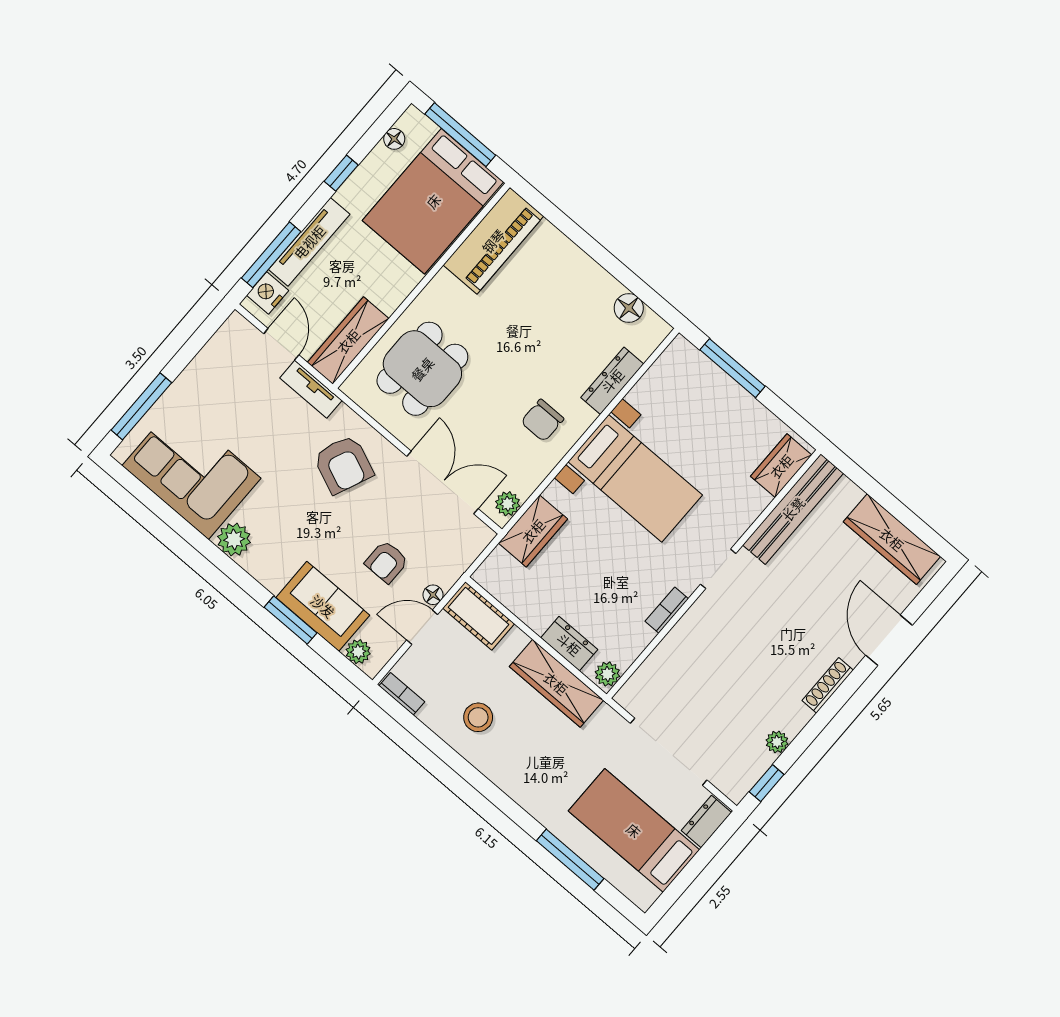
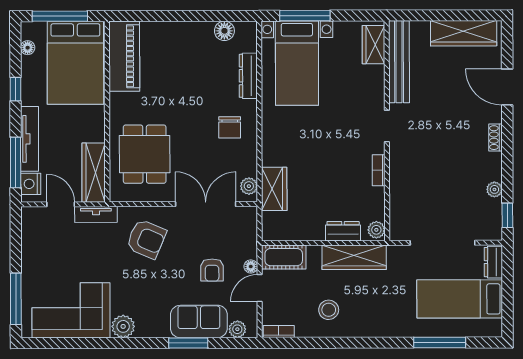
bed with nightstands: (635, 478) -> (297, 63), moved, turned 90
shoe rack: (828, 685) -> (495, 138), width x0.70

